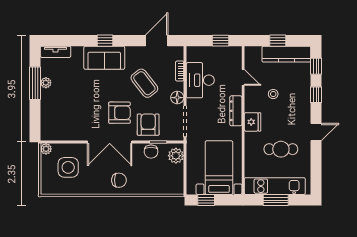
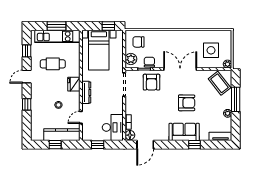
window: (105, 41) -> (195, 145), moved
kitchen counter: (286, 54) -> (62, 135), moved
window: (316, 66) -> (27, 51), moved
door: (243, 77) -> (81, 117), hinge flipped
desk: (200, 80) -> (113, 127), moved
window: (35, 83) -> (236, 99), moved
coffee table: (144, 83) -> (219, 83), moved
floor lamp: (177, 98) -> (130, 135), moved
armchair: (119, 113) -> (187, 103), moved, turned 180
chair: (119, 180) -> (138, 42), moved

